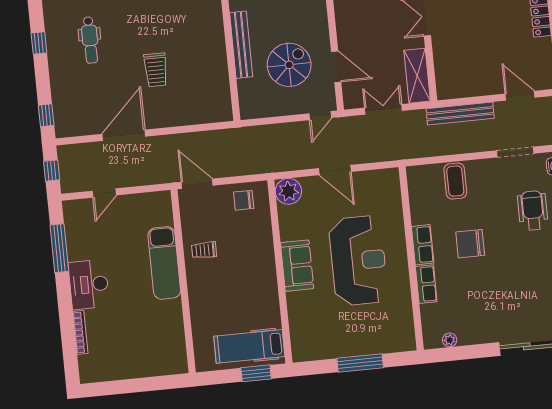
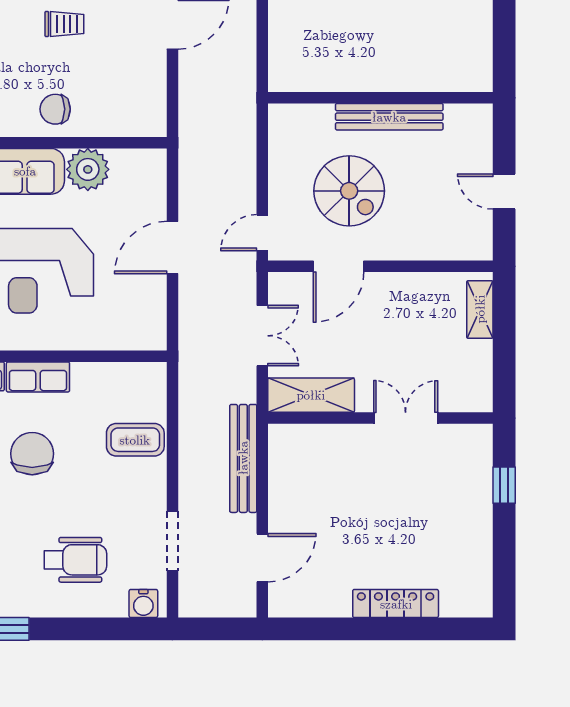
door: (320, 116) -> (262, 233), hinge flipped
plant: (288, 191) -> (88, 169), moved
chair: (244, 200) -> (55, 109), moved, turned -90
trolley: (204, 250) -> (64, 24), turned 90

